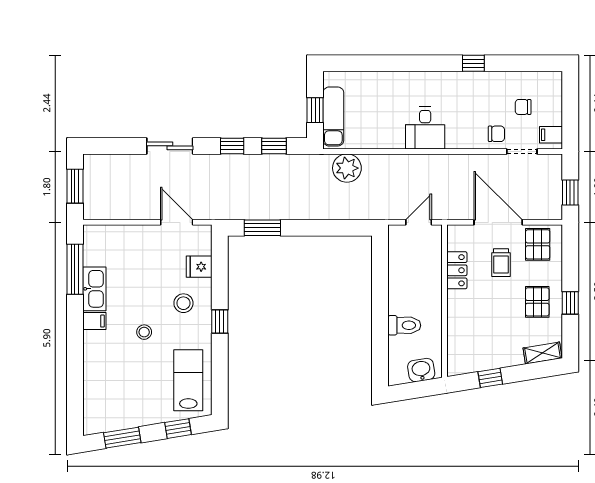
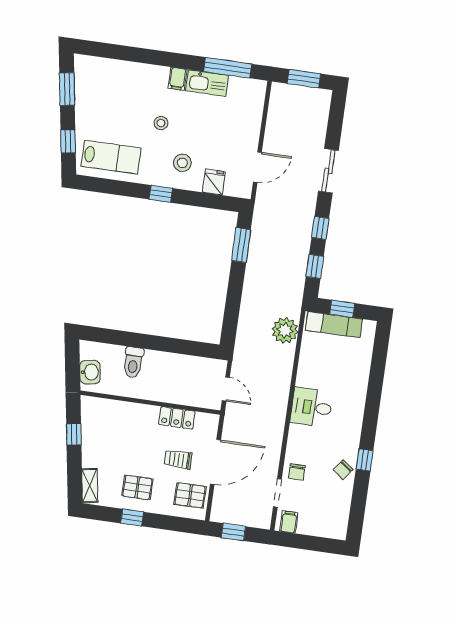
chair: (523, 107) -> (343, 470), moved, turned -143

